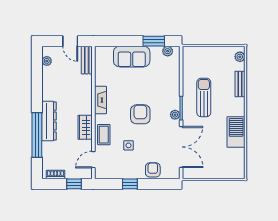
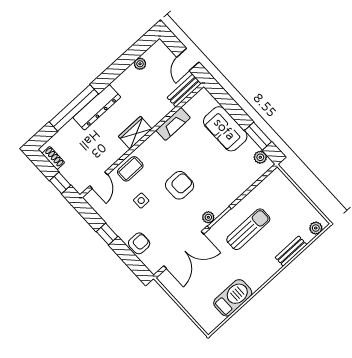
plant: (47, 61) -> (140, 64), moved
fireplace: (100, 100) -> (173, 124), moved
wardrobe: (85, 127) -> (135, 133), moved
barbecue: (236, 132) -> (233, 298), moved
door: (93, 160) -> (99, 180), swing flipped

